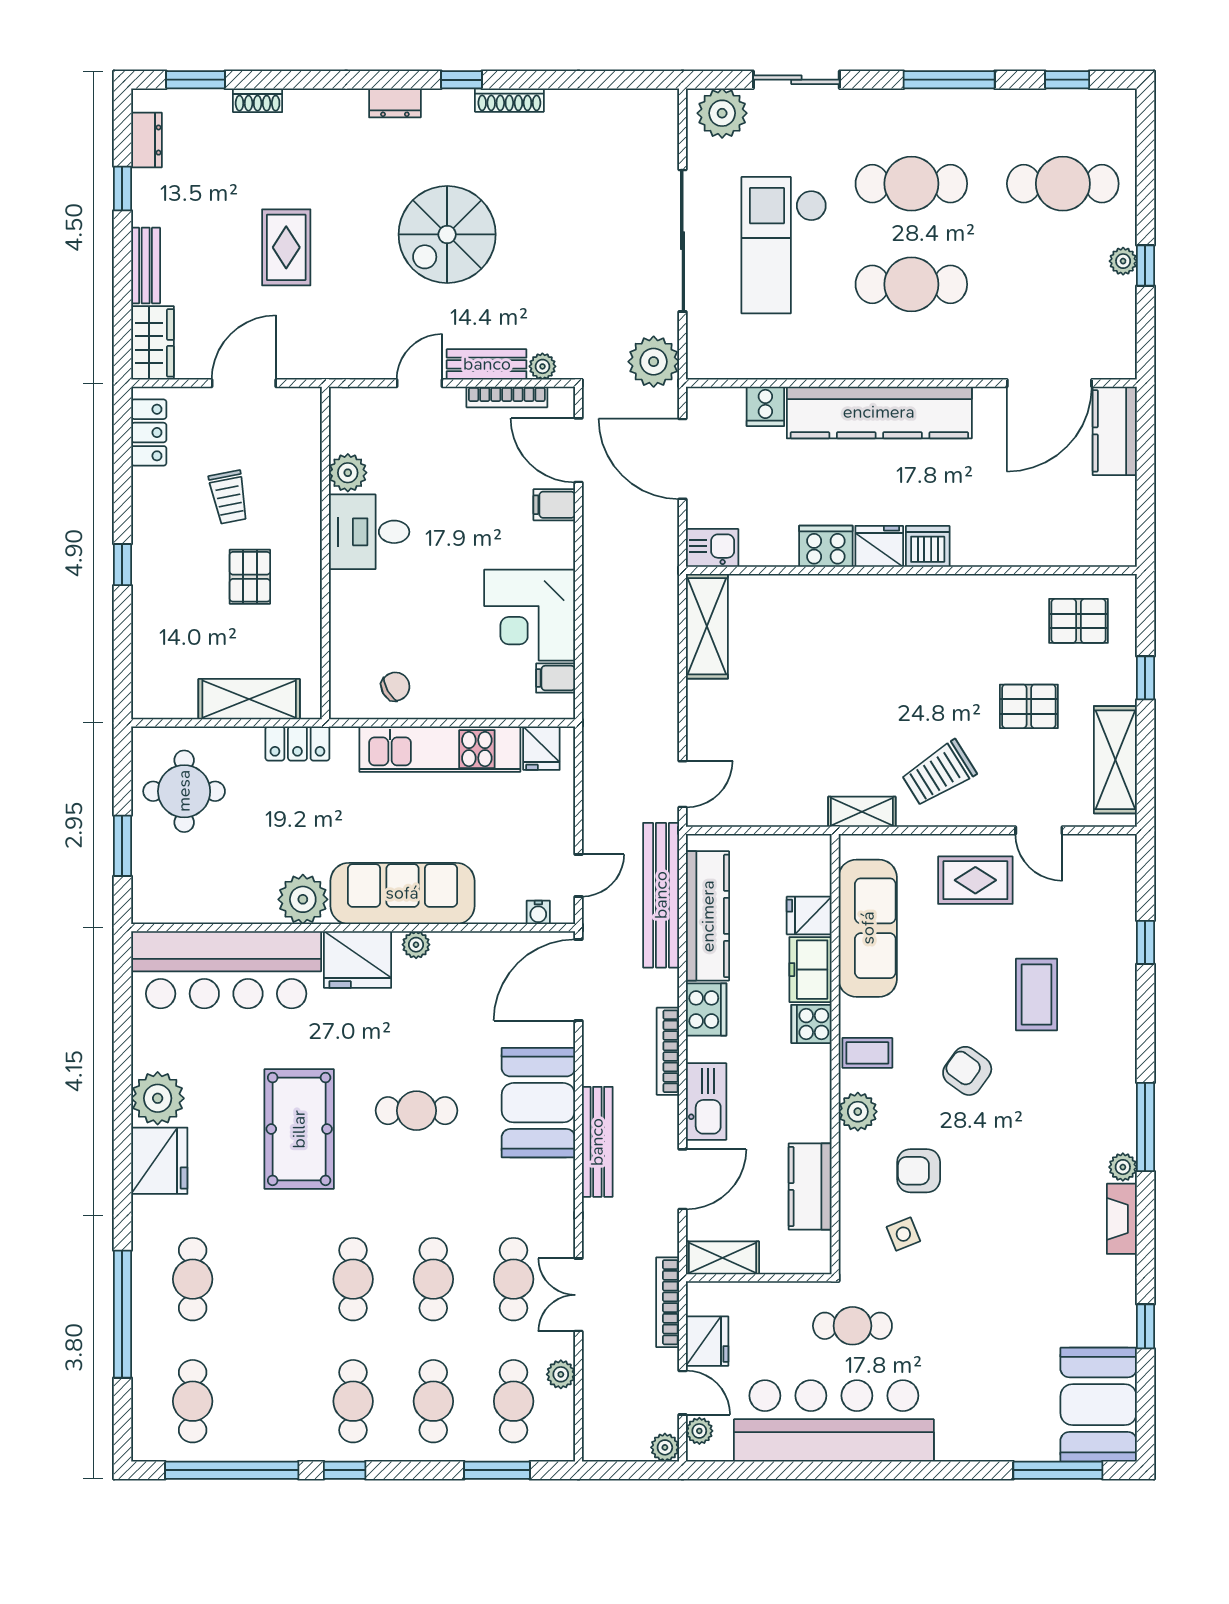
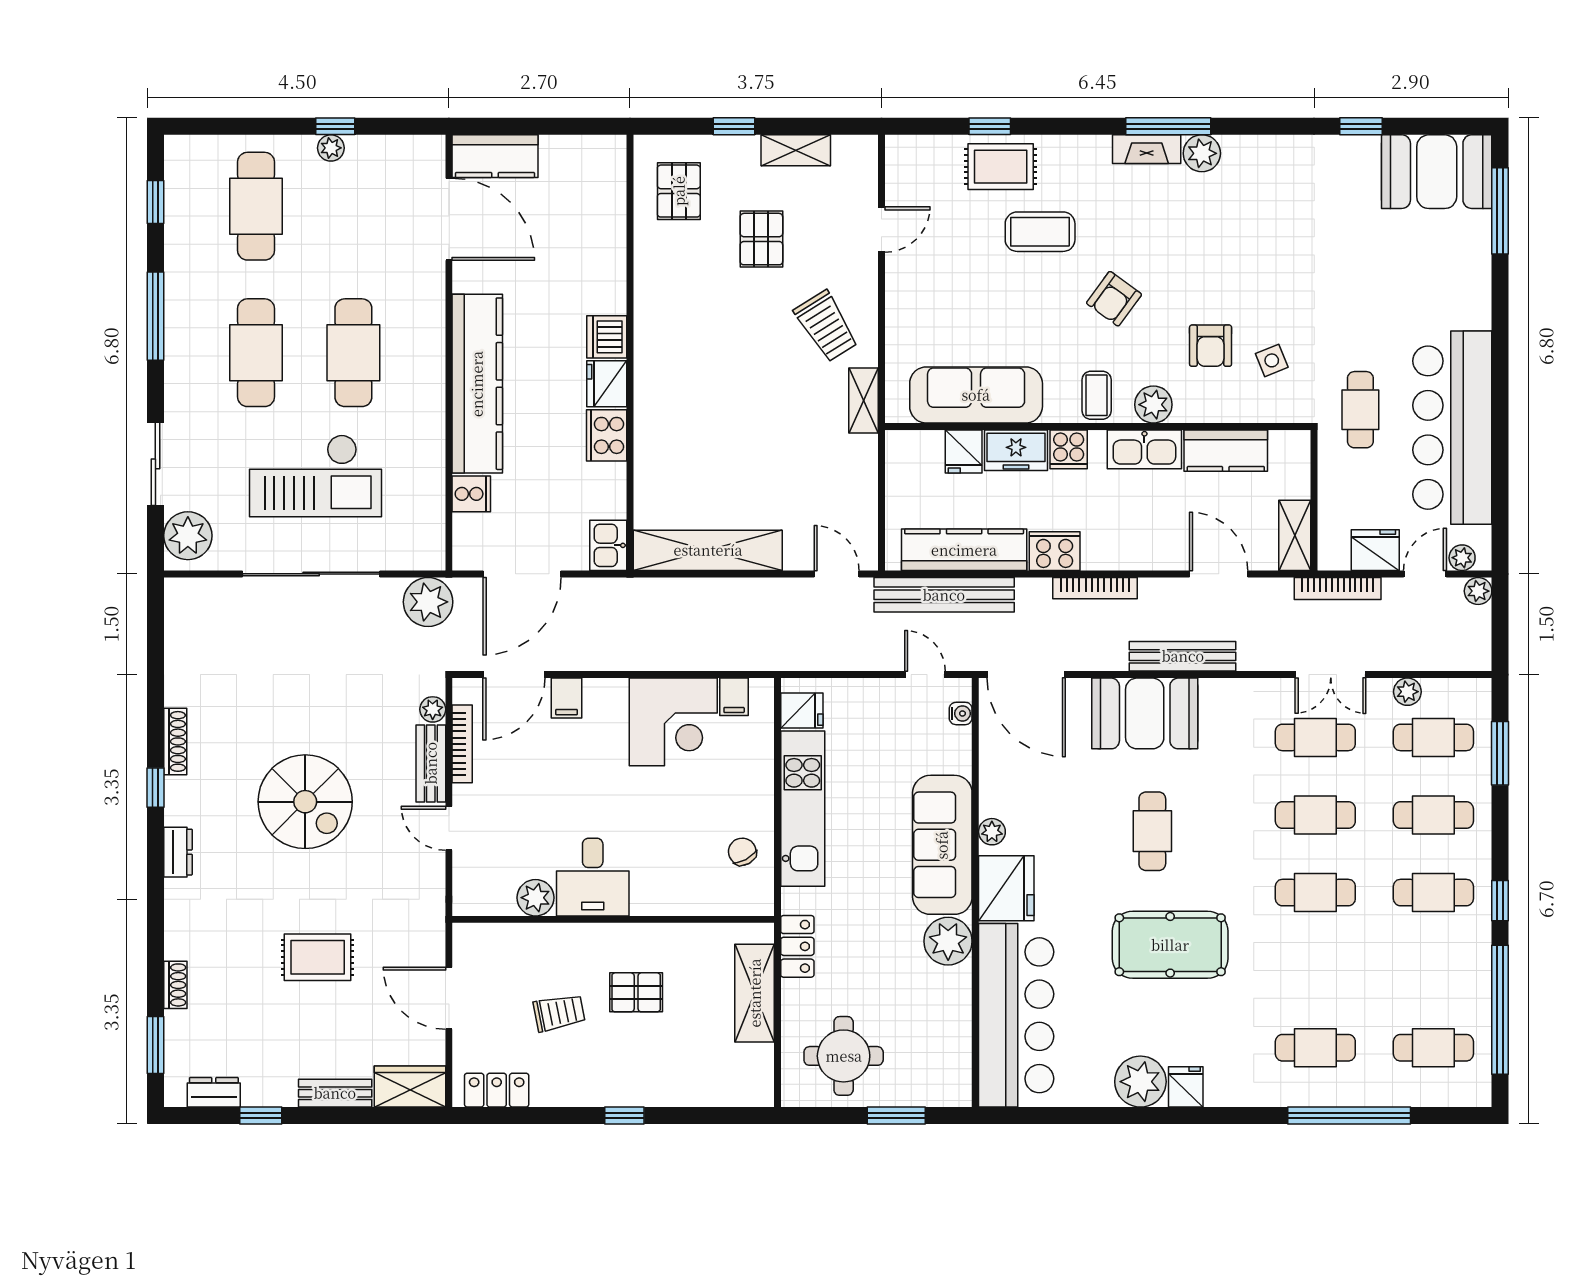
shelving: (707, 626) -> (708, 550), width x1.47
shelving: (1115, 760) -> (796, 150), width x0.67, depth x0.75
rug: (975, 880) -> (1001, 167), moved, turned 90
kitchen sink: (706, 1101) -> (1144, 449), moved, turned 180
fridge: (159, 1161) -> (1186, 1087), width x0.53, depth x0.75
plant: (1123, 1167) -> (1202, 153), width x1.38, depth x1.38
fireplace: (1122, 1219) -> (1147, 149), moved

